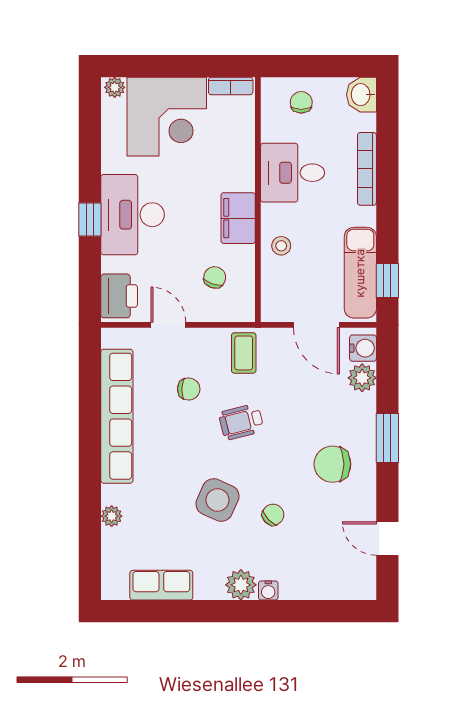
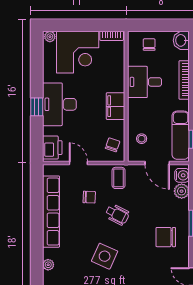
stool: (281, 246) -> (142, 139), moved
chair: (215, 277) -> (113, 145), moved
wheelchair: (241, 422) -> (117, 215), turned -139
chair: (273, 515) -> (134, 264), removed

